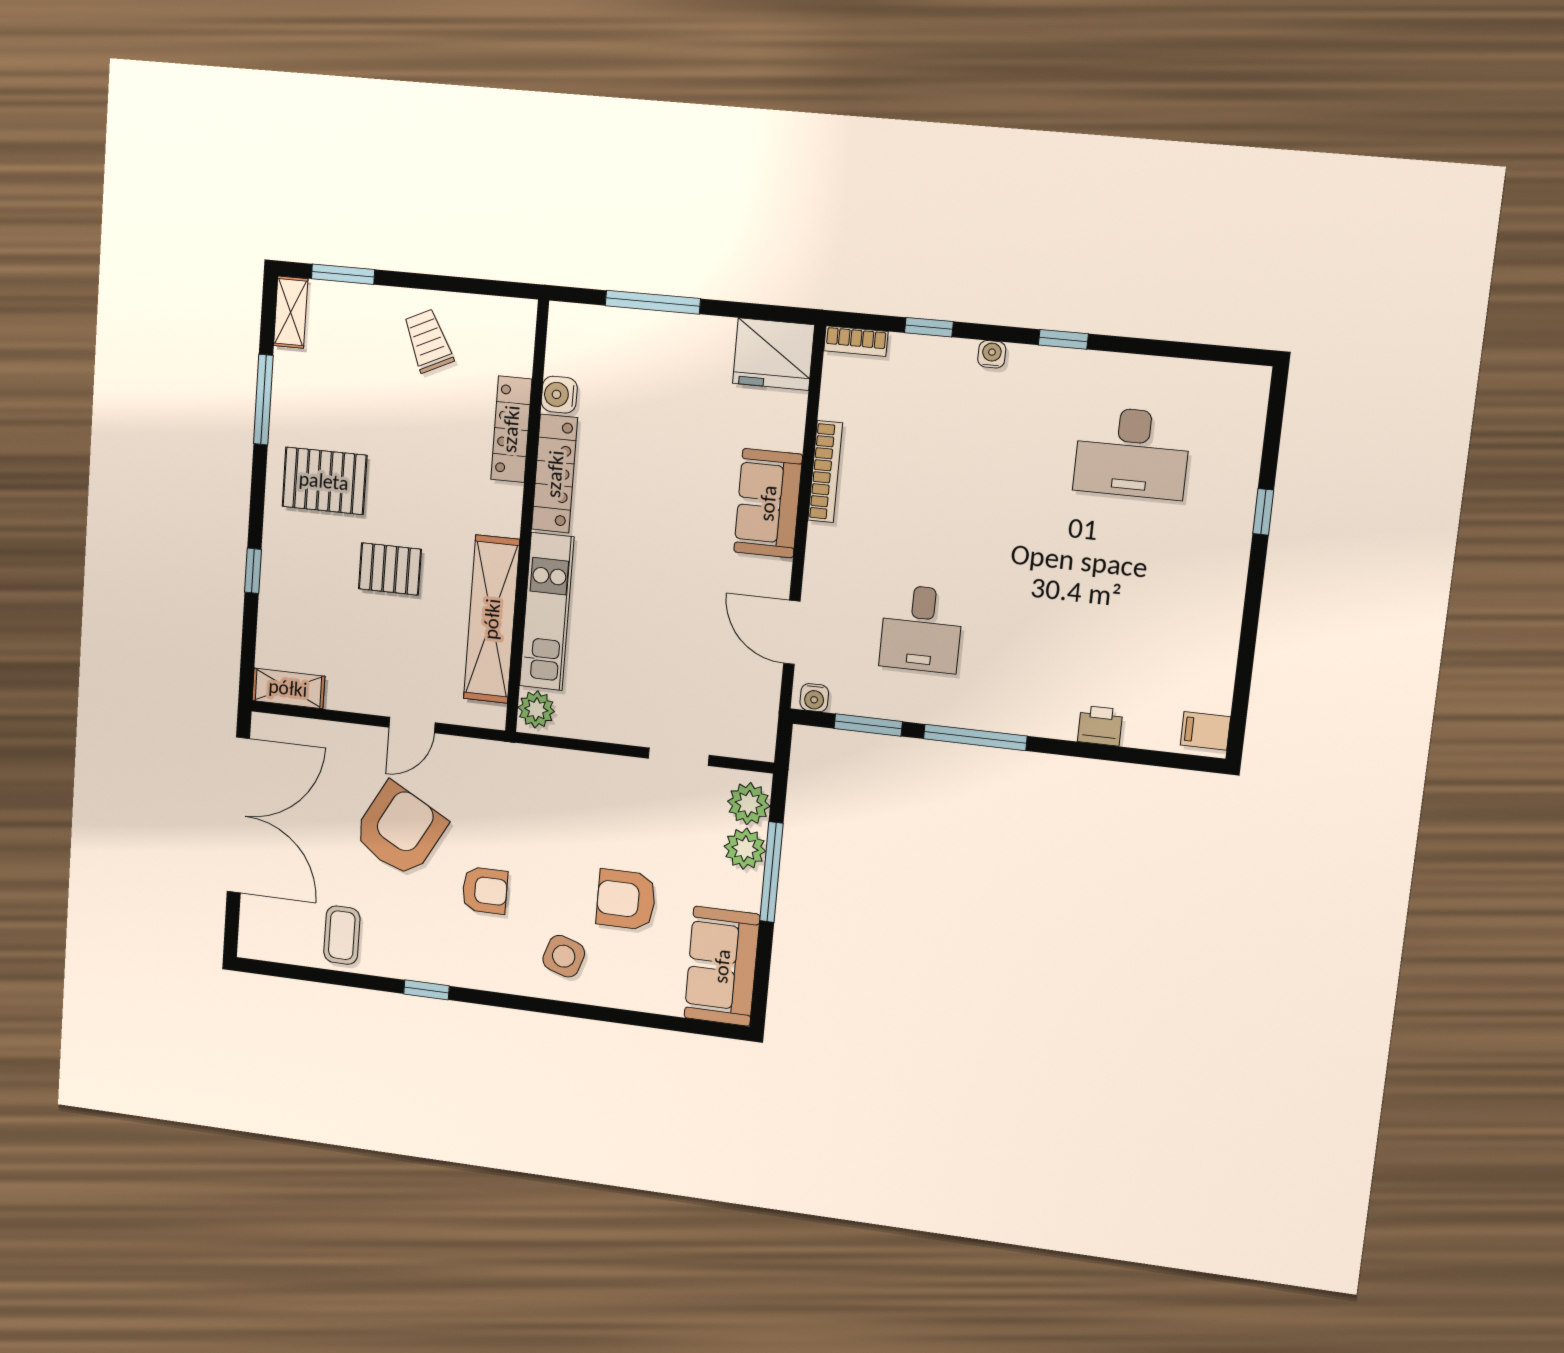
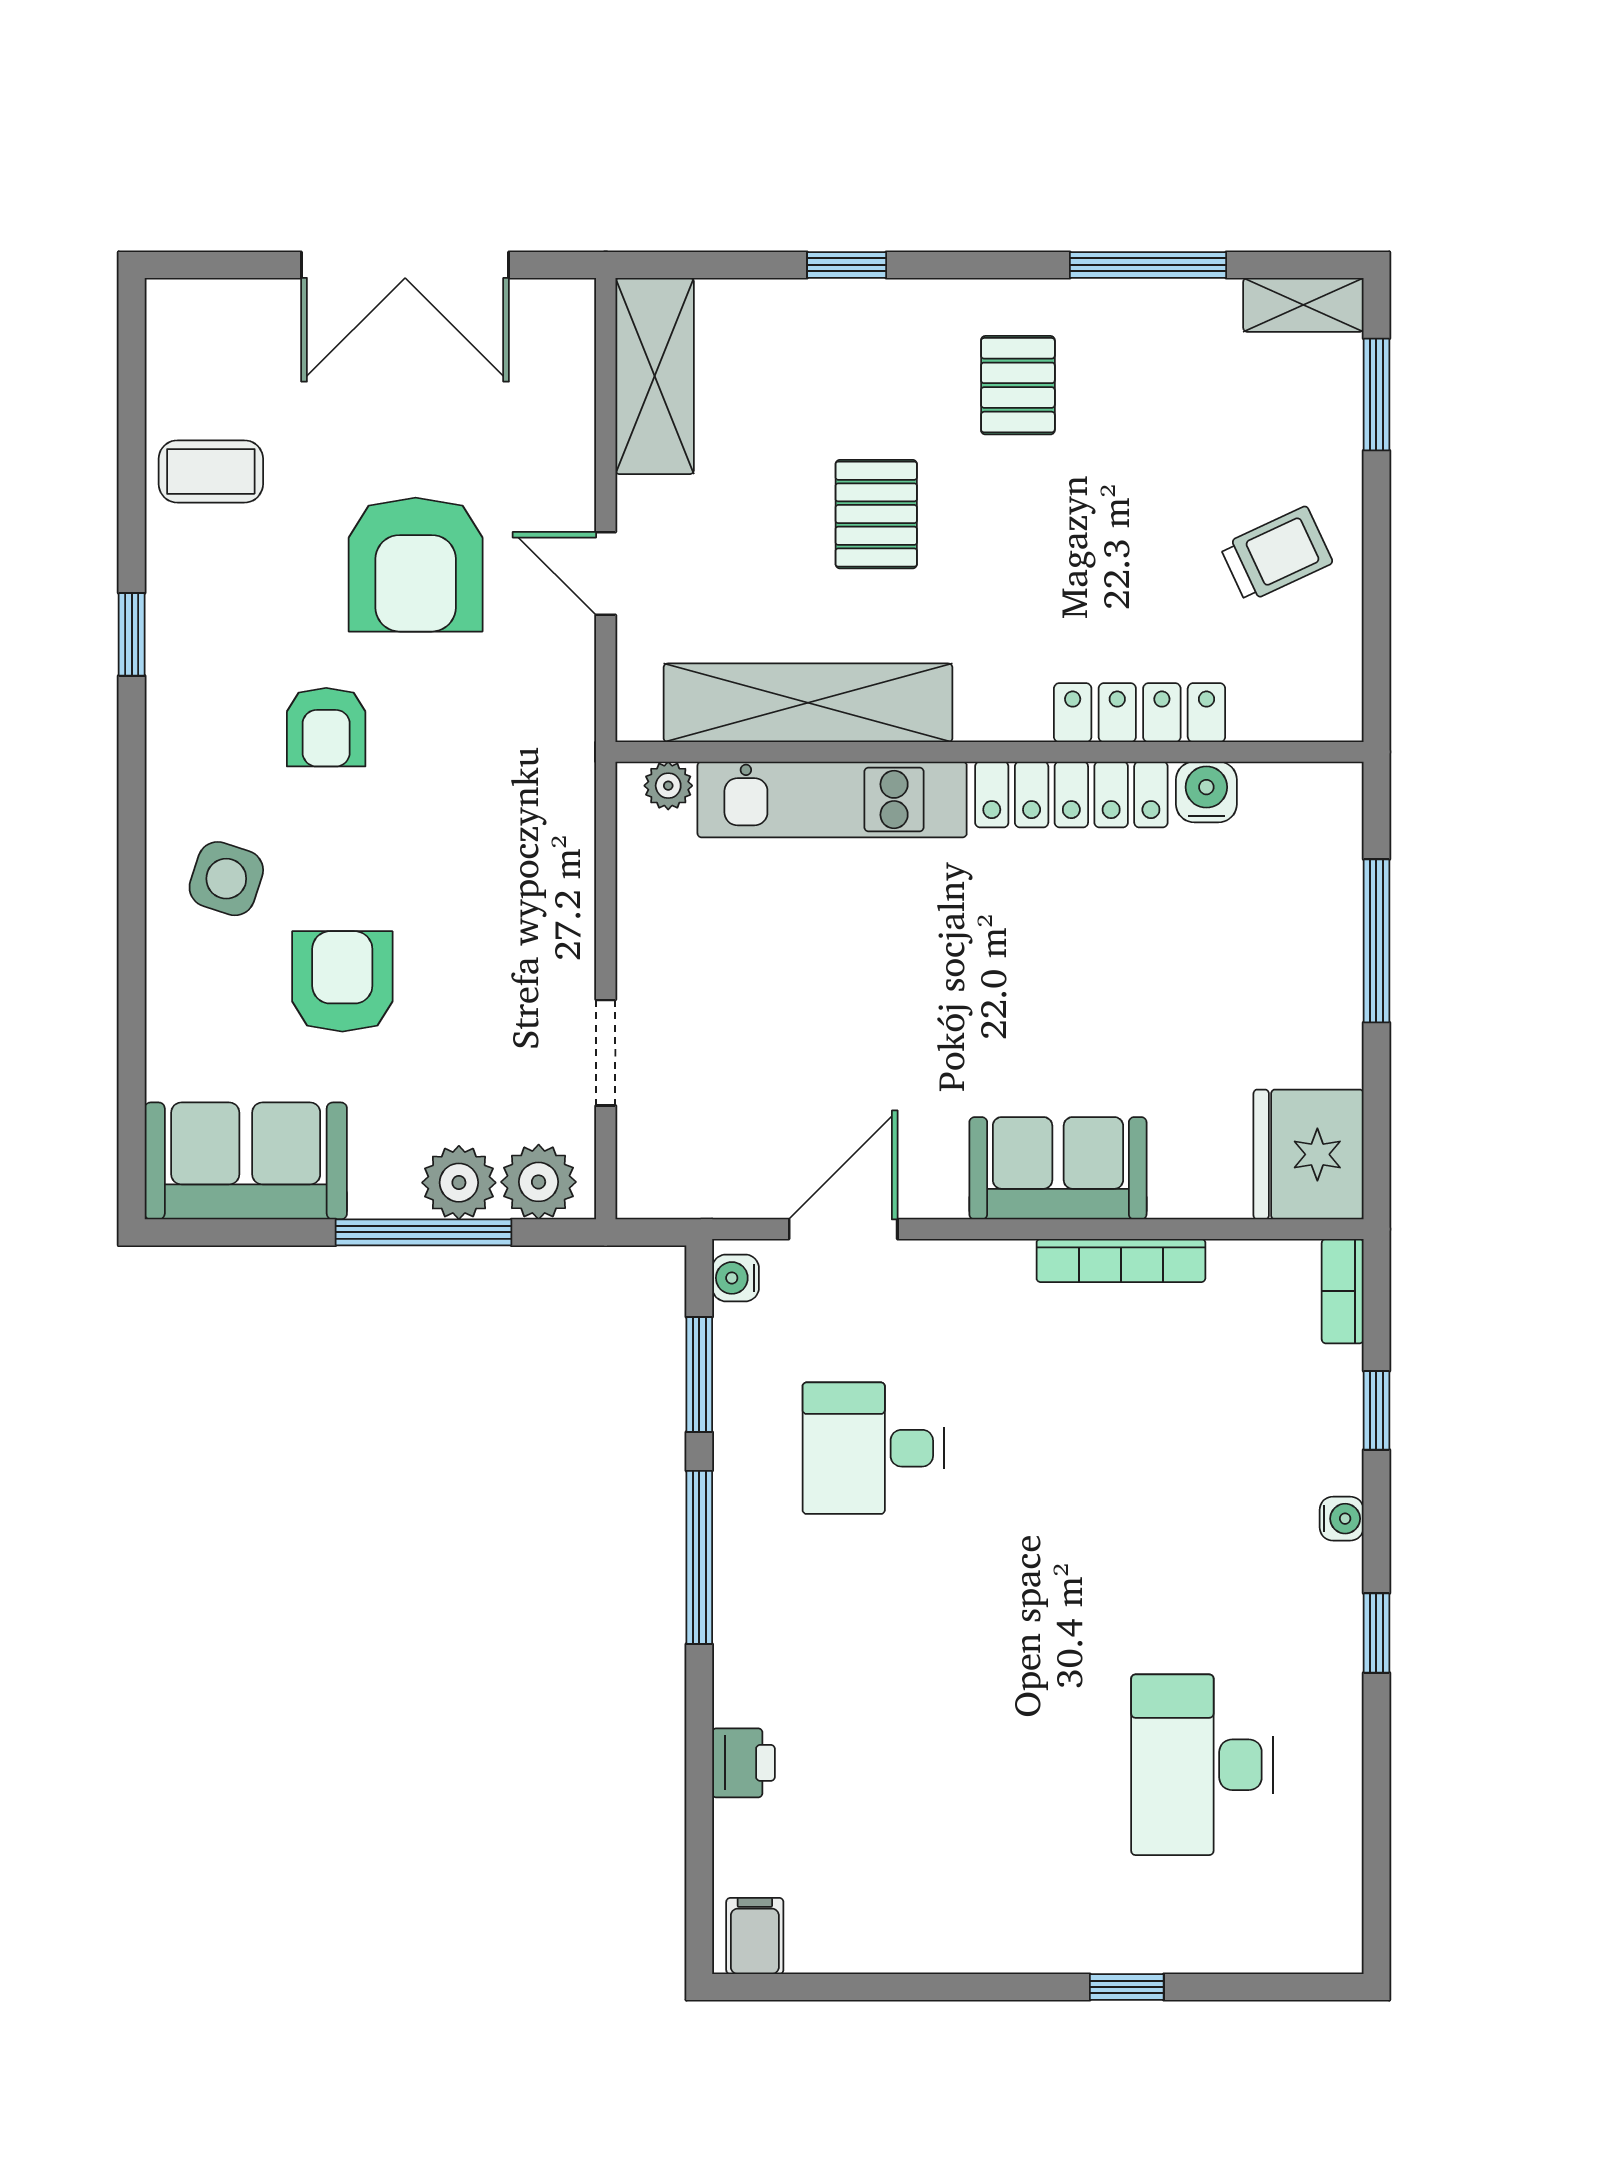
pallet: (324, 481) -> (1018, 385), width x0.67, depth x0.71
shelving: (288, 688) -> (655, 376), width x1.50, depth x1.33
plant: (536, 709) -> (668, 786), width x0.73, depth x0.73
double door: (238, 815) -> (405, 265), width x0.73
armchair: (400, 830) -> (416, 565), turned 61

